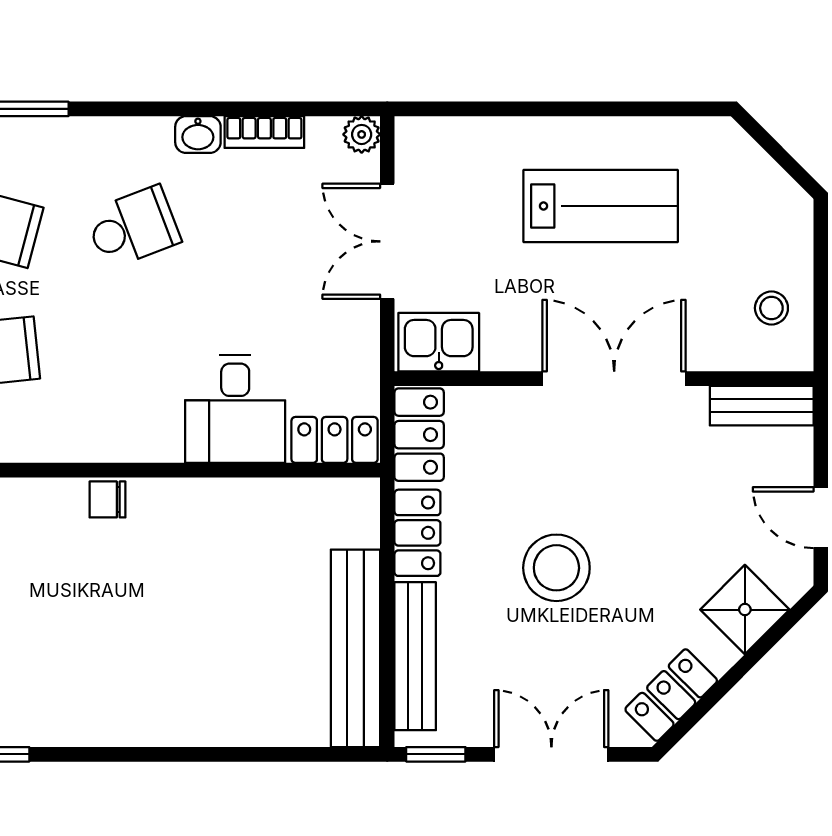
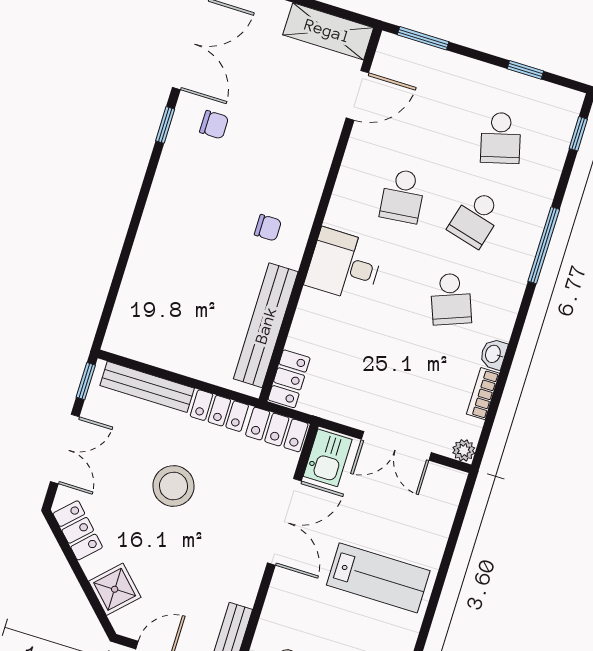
lab bench: (601, 206) -> (378, 578), turned -90
double door: (387, 241) -> (396, 446), swing flipped
double door: (614, 379) -> (284, 522), moved
desk: (235, 409) -> (344, 265), moved
chair: (107, 499) -> (268, 228), moved, turned 90
bench: (355, 648) -> (266, 325), moved, turned 90

